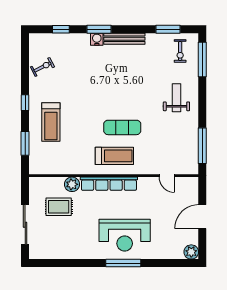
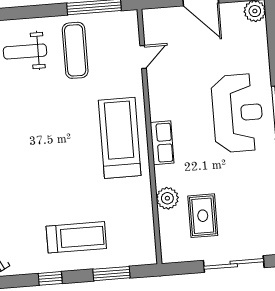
exercise mat: (122, 127) -> (75, 50), moved
treadmill: (114, 156) -> (120, 138), width x1.37, depth x1.38
row of seats: (109, 184) -> (162, 143), width x0.50

